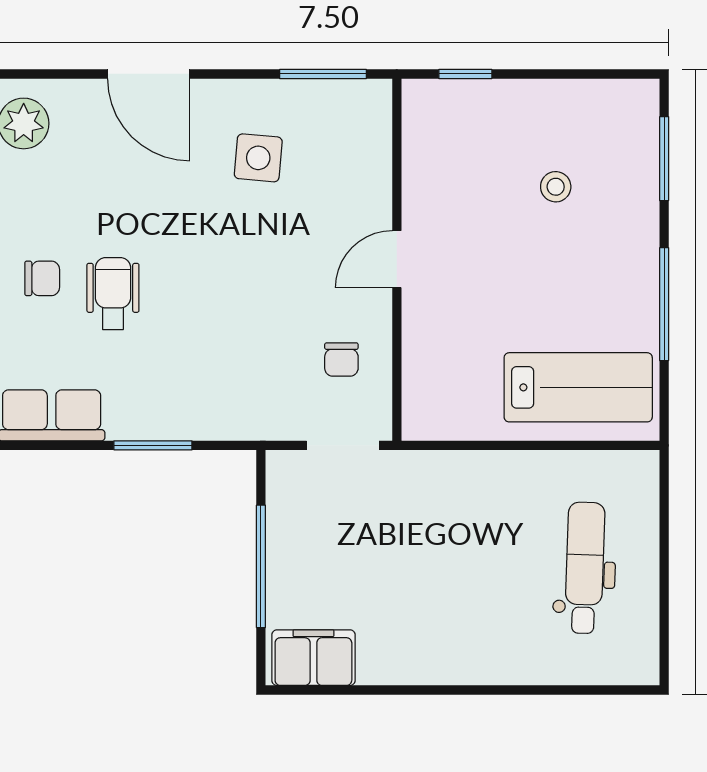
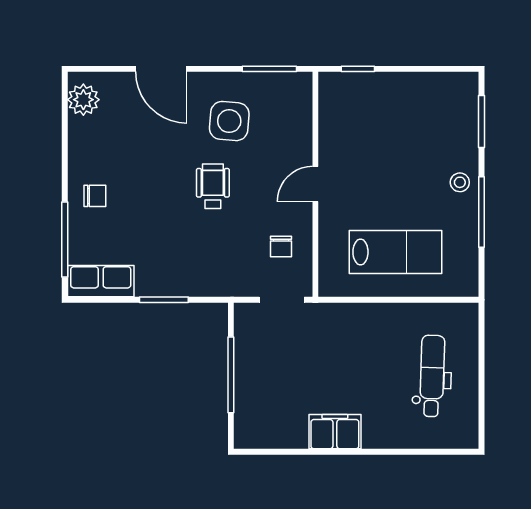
side table: (258, 158) -> (229, 121), width x1.37, depth x1.37
stool: (556, 187) -> (460, 182), moved
wheelchair: (113, 294) -> (213, 186), moved
lab bench: (578, 387) -> (395, 252), moved
filing cabinet: (313, 658) -> (335, 432), moved

